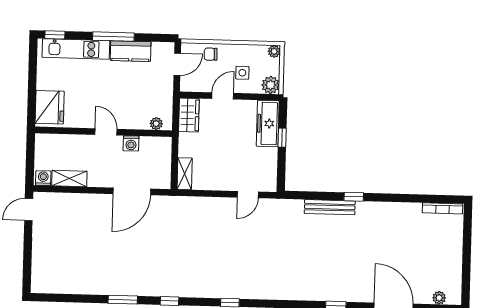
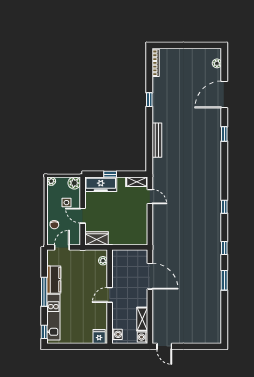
door: (177, 64) -> (62, 247), hinge flipped
fridge: (50, 107) -> (99, 336), width x0.53, depth x0.75
washing machine: (131, 143) -> (117, 334), moved
shelving: (185, 174) -> (137, 182), moved
window: (354, 197) -> (149, 100), moved

